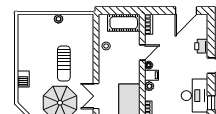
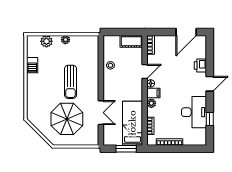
plant: (38, 21) -> (46, 41), added
cot: (124, 23) -> (131, 41), width x0.73, depth x0.75
barbecue: (23, 79) -> (32, 65), moved
double door: (96, 96) -> (101, 113), swing flipped

